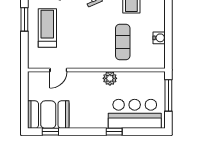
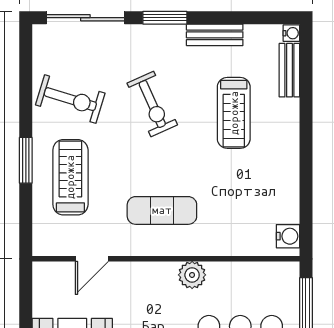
water cooler: (159, 38) -> (288, 236), moved
exercise mat: (123, 42) -> (162, 210), moved, turned 90

